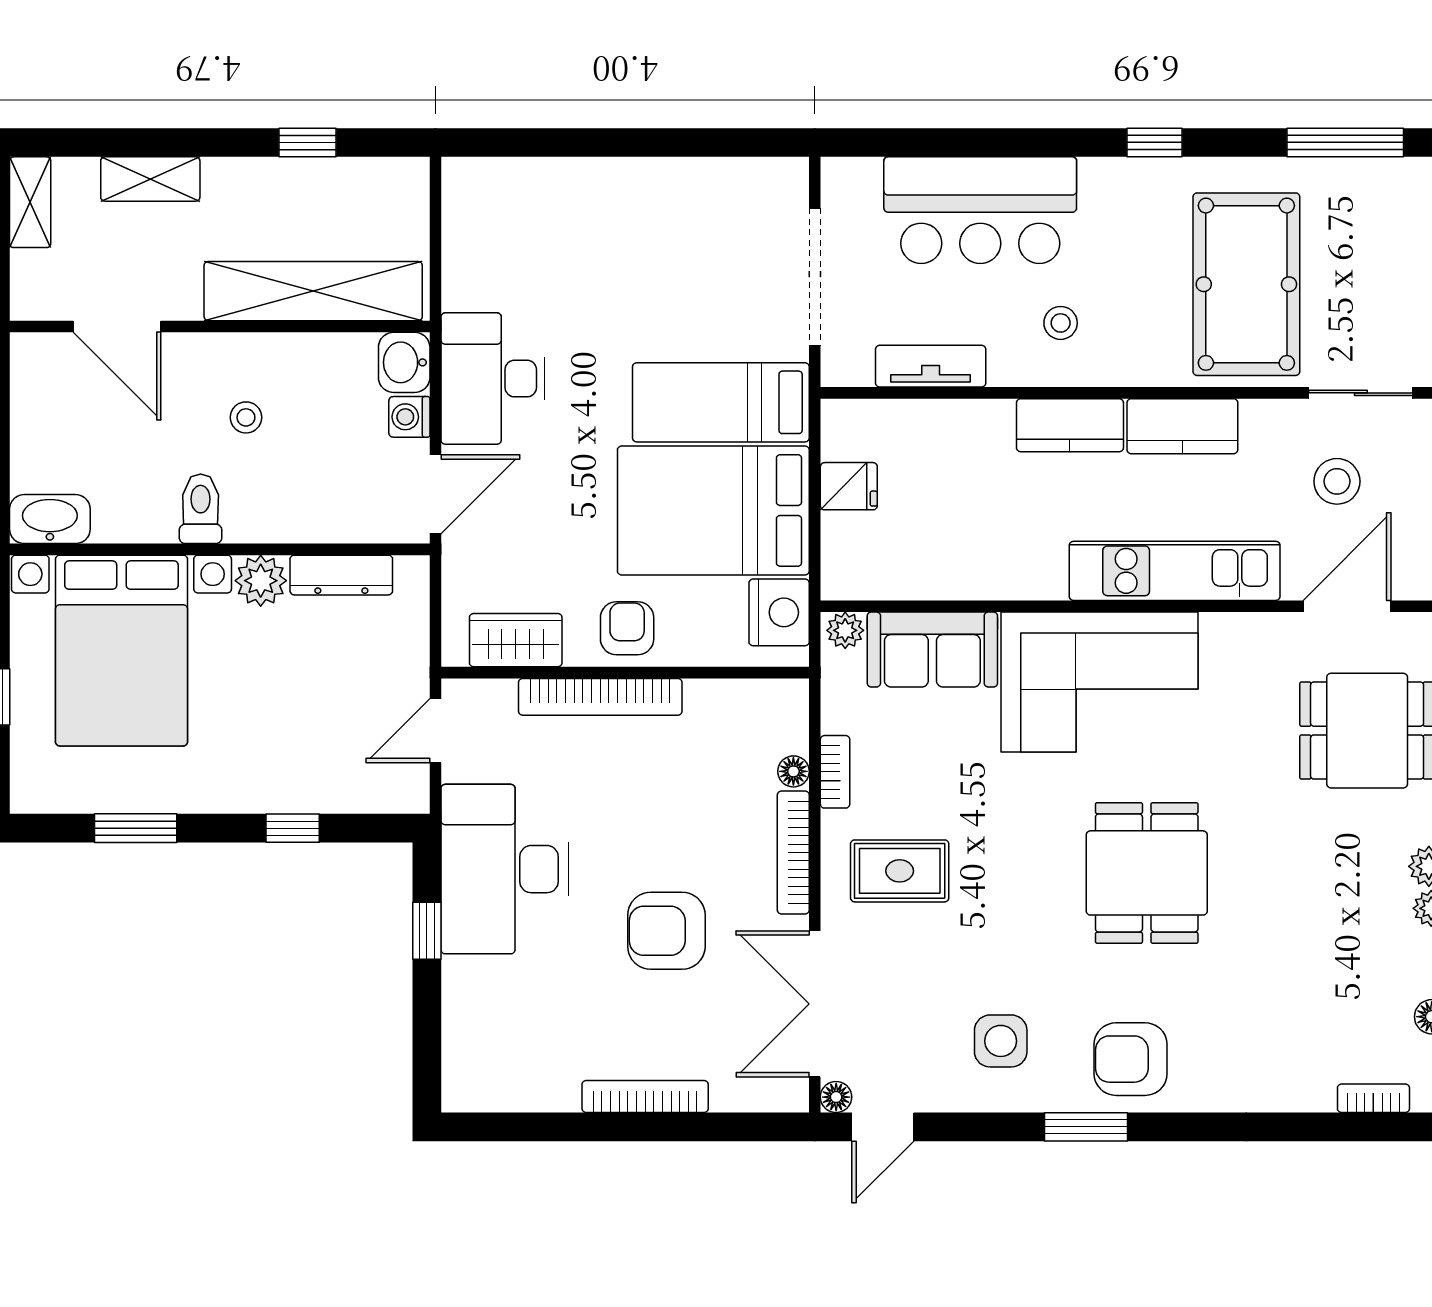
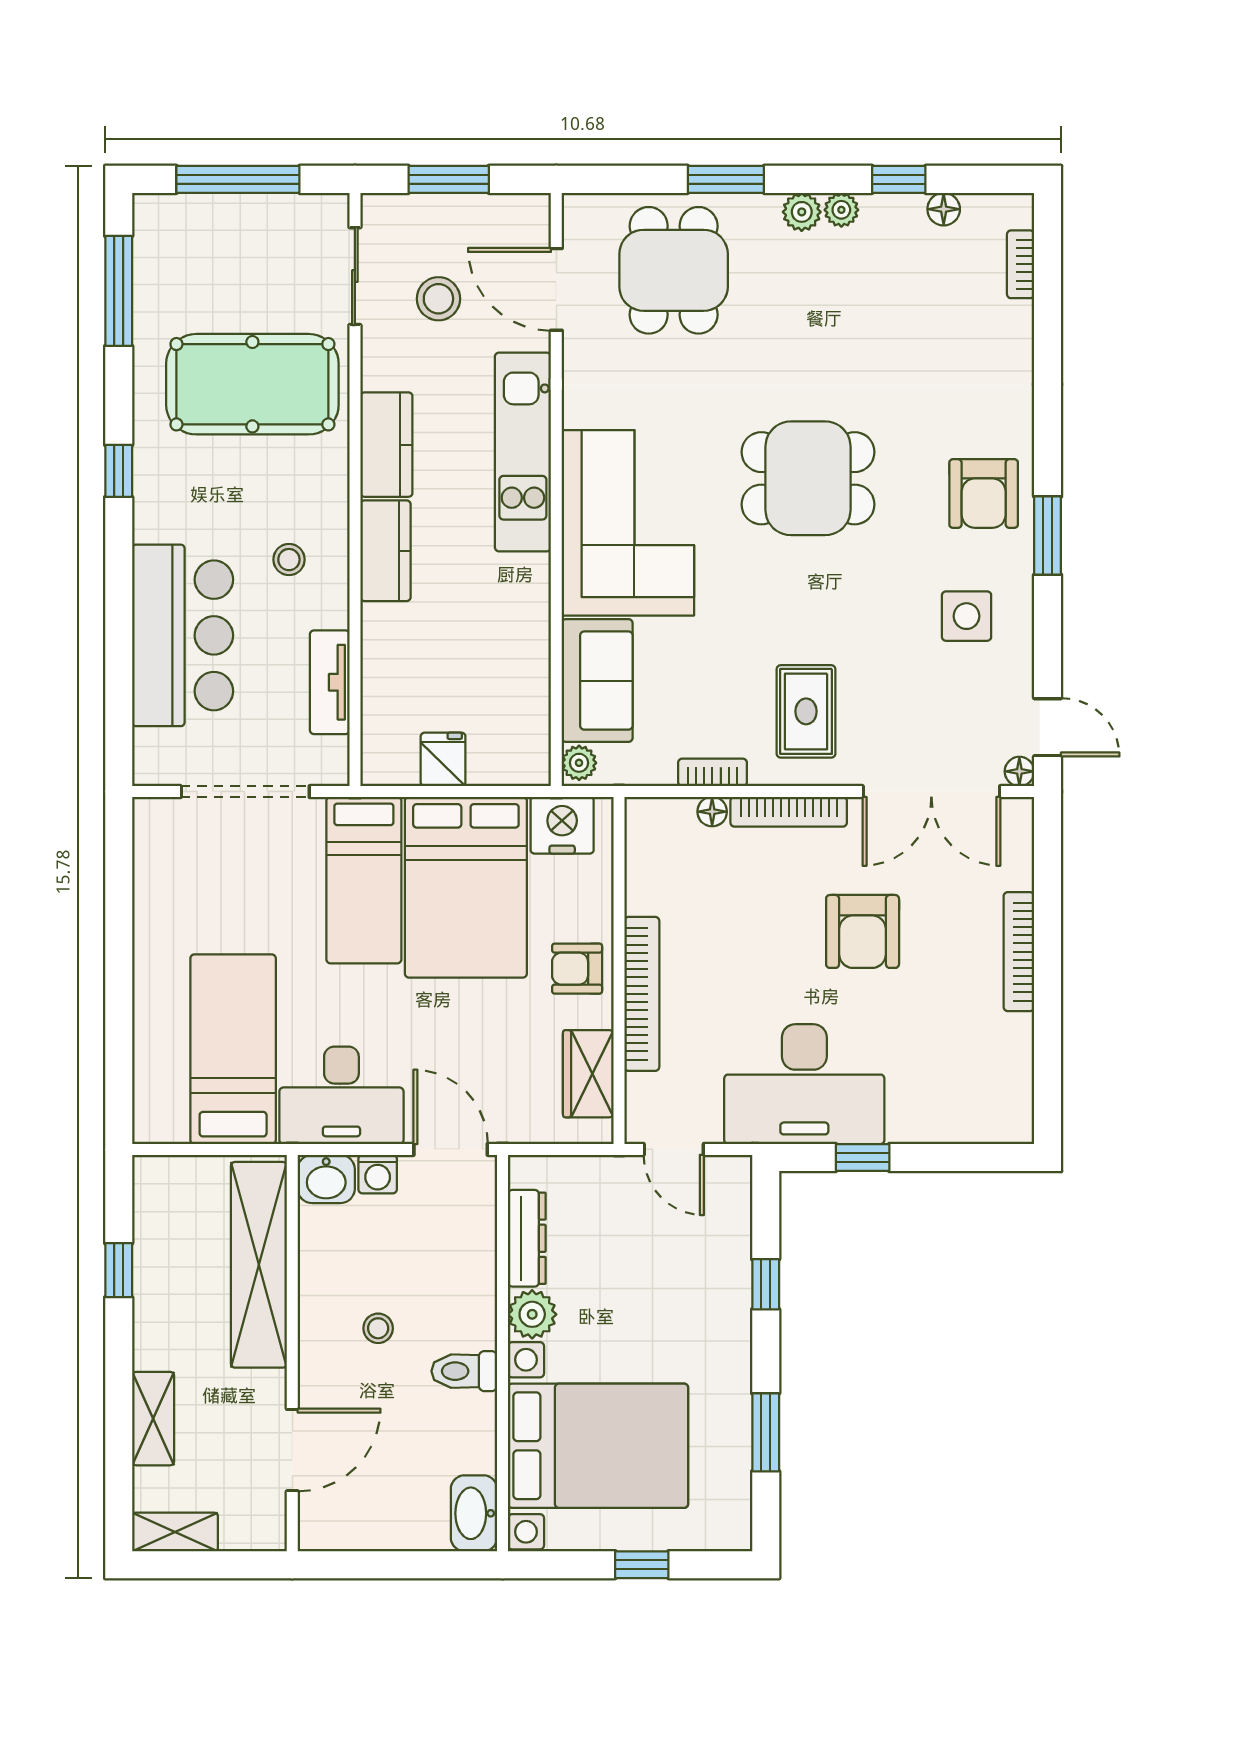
bed: (542, 264) -> (233, 1049), added

